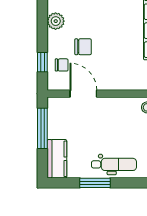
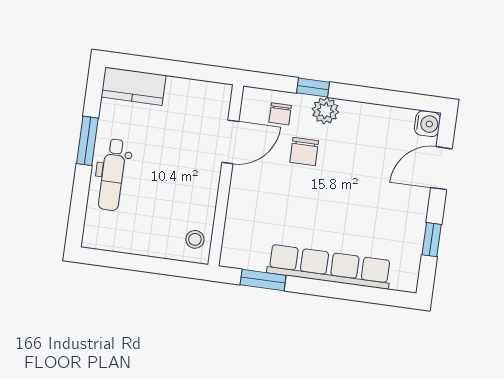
plant: (56, 21) -> (325, 111), moved
window: (42, 62) -> (313, 88), moved
window: (42, 128) -> (185, 70), removed

